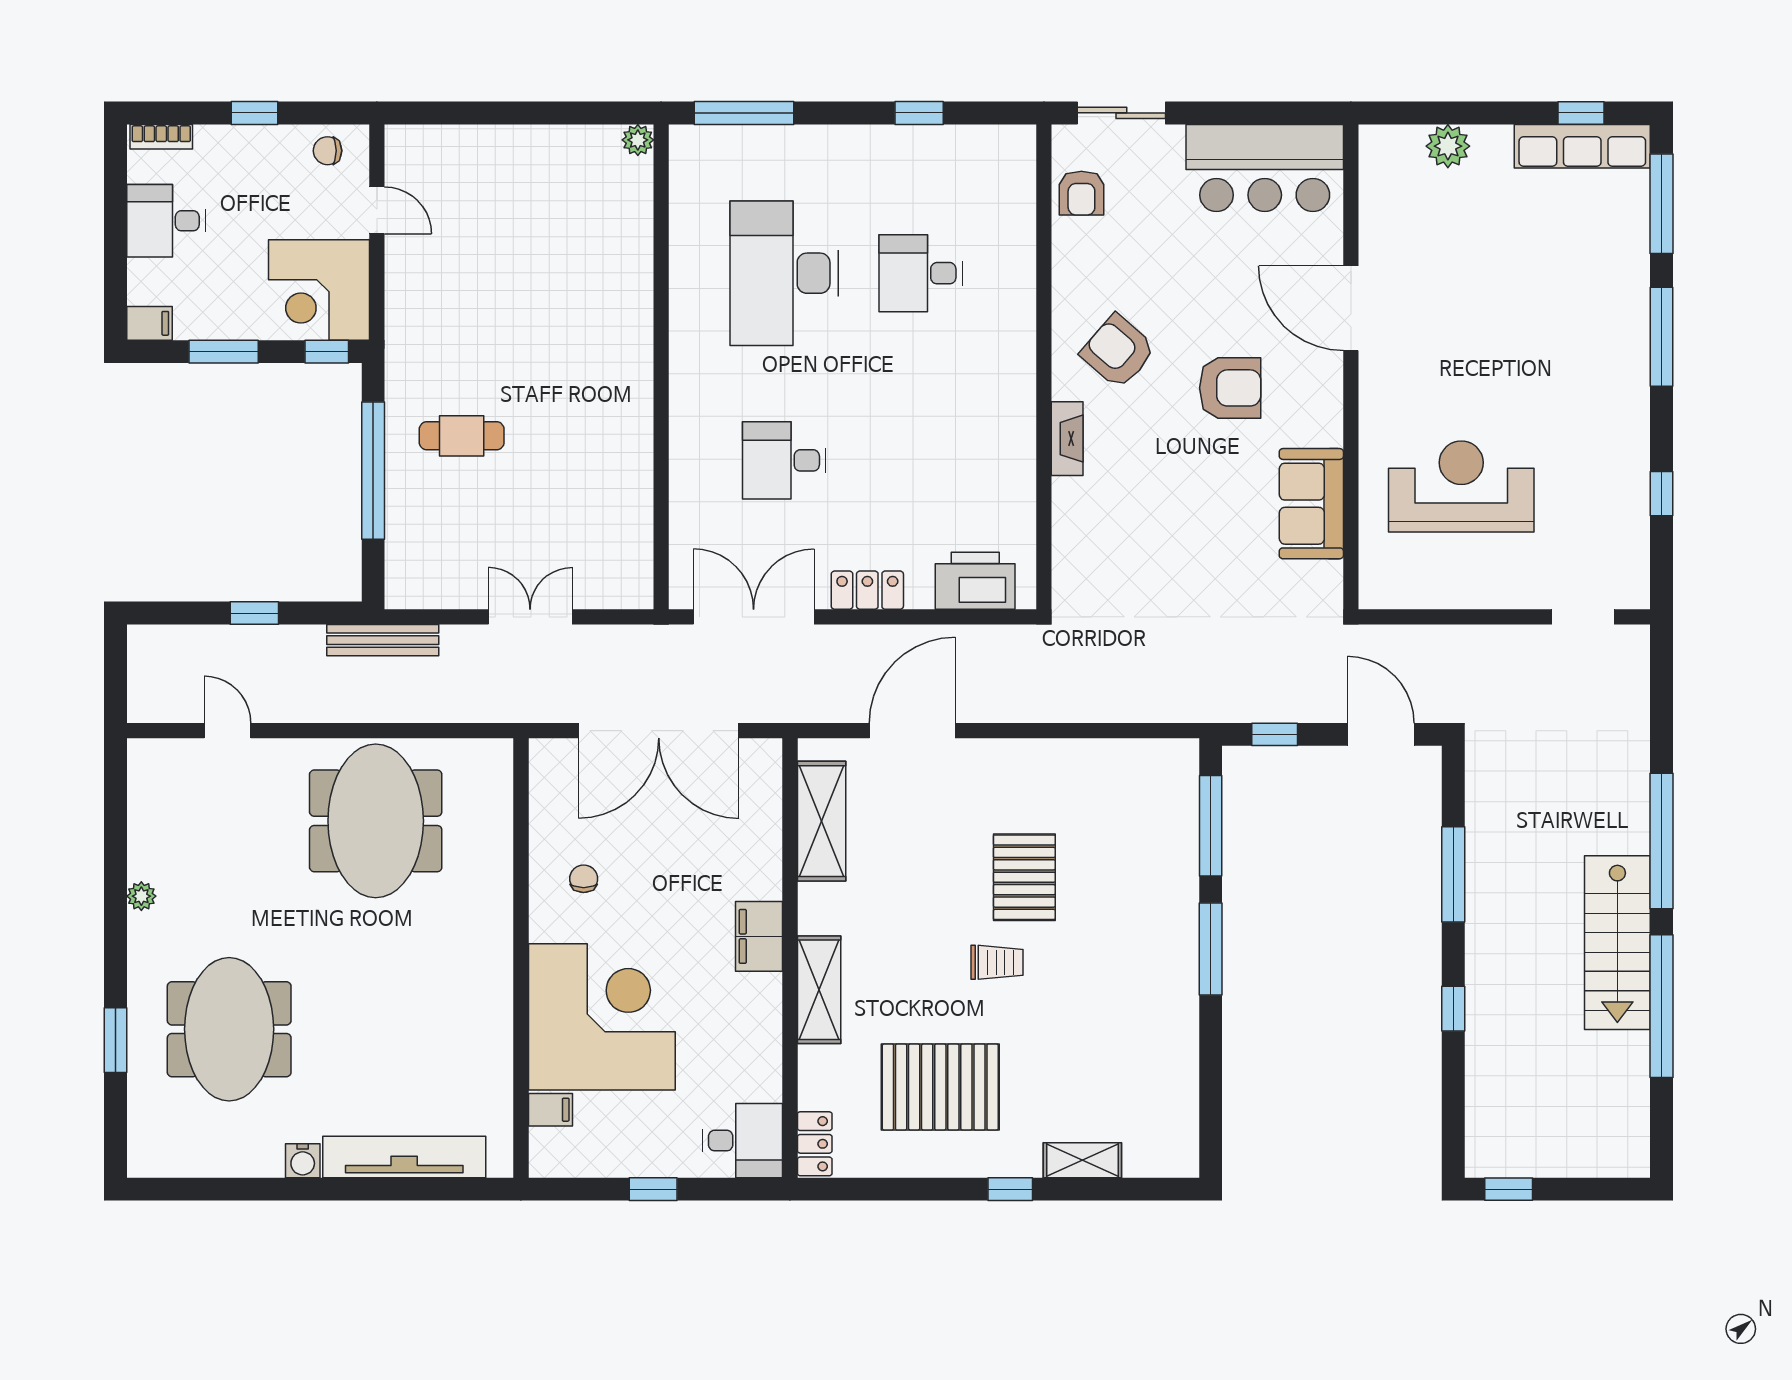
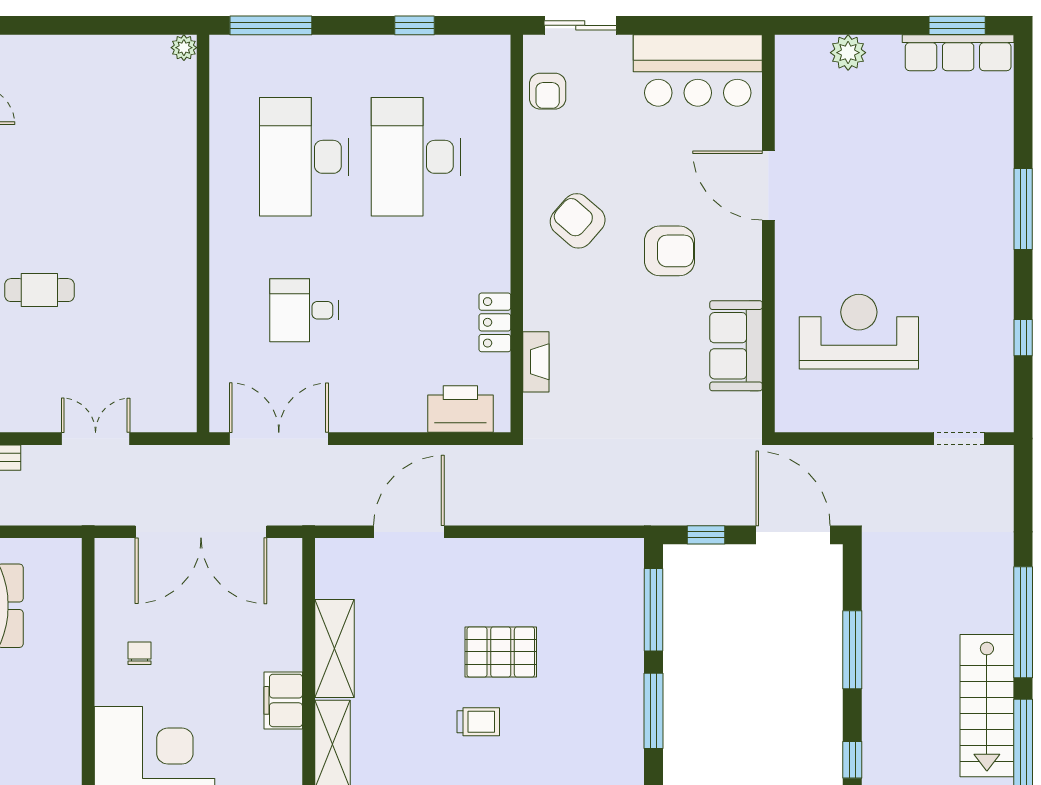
window: (1581, 113) -> (957, 25), width x1.50
window: (1662, 204) -> (1023, 100), removed
desk: (921, 273) -> (416, 157), width x1.87, depth x1.30
fireplace: (1067, 439) -> (536, 362), moved
locker: (867, 590) -> (495, 322), moved, turned -90
door: (1381, 734) -> (793, 535), width x1.36
shelving: (822, 821) -> (335, 648), moved
pallet: (1024, 877) -> (501, 652), turned 90

